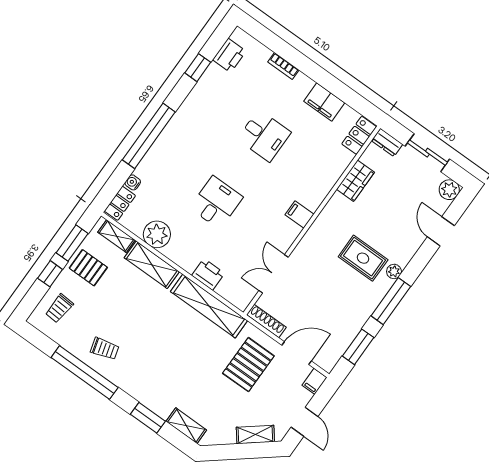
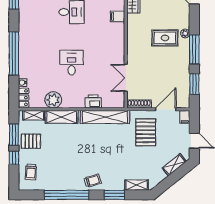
filing cabinet: (299, 214) -> (117, 16), moved
trolley: (105, 349) -> (93, 181), moved

